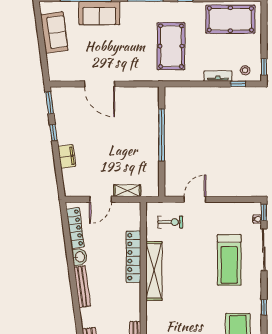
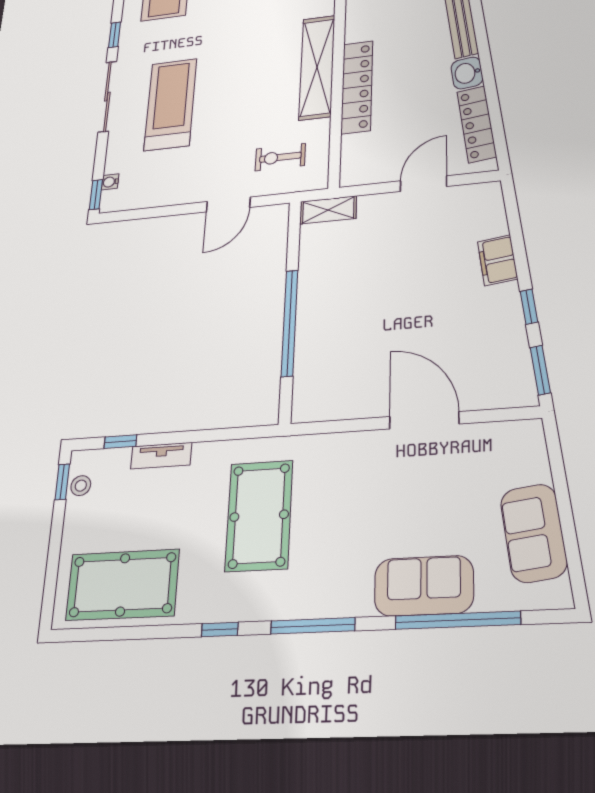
stool: (245, 70) -> (81, 486), moved
shelving: (127, 191) -> (328, 210), moved
sliding door: (264, 250) -> (107, 96), moved

